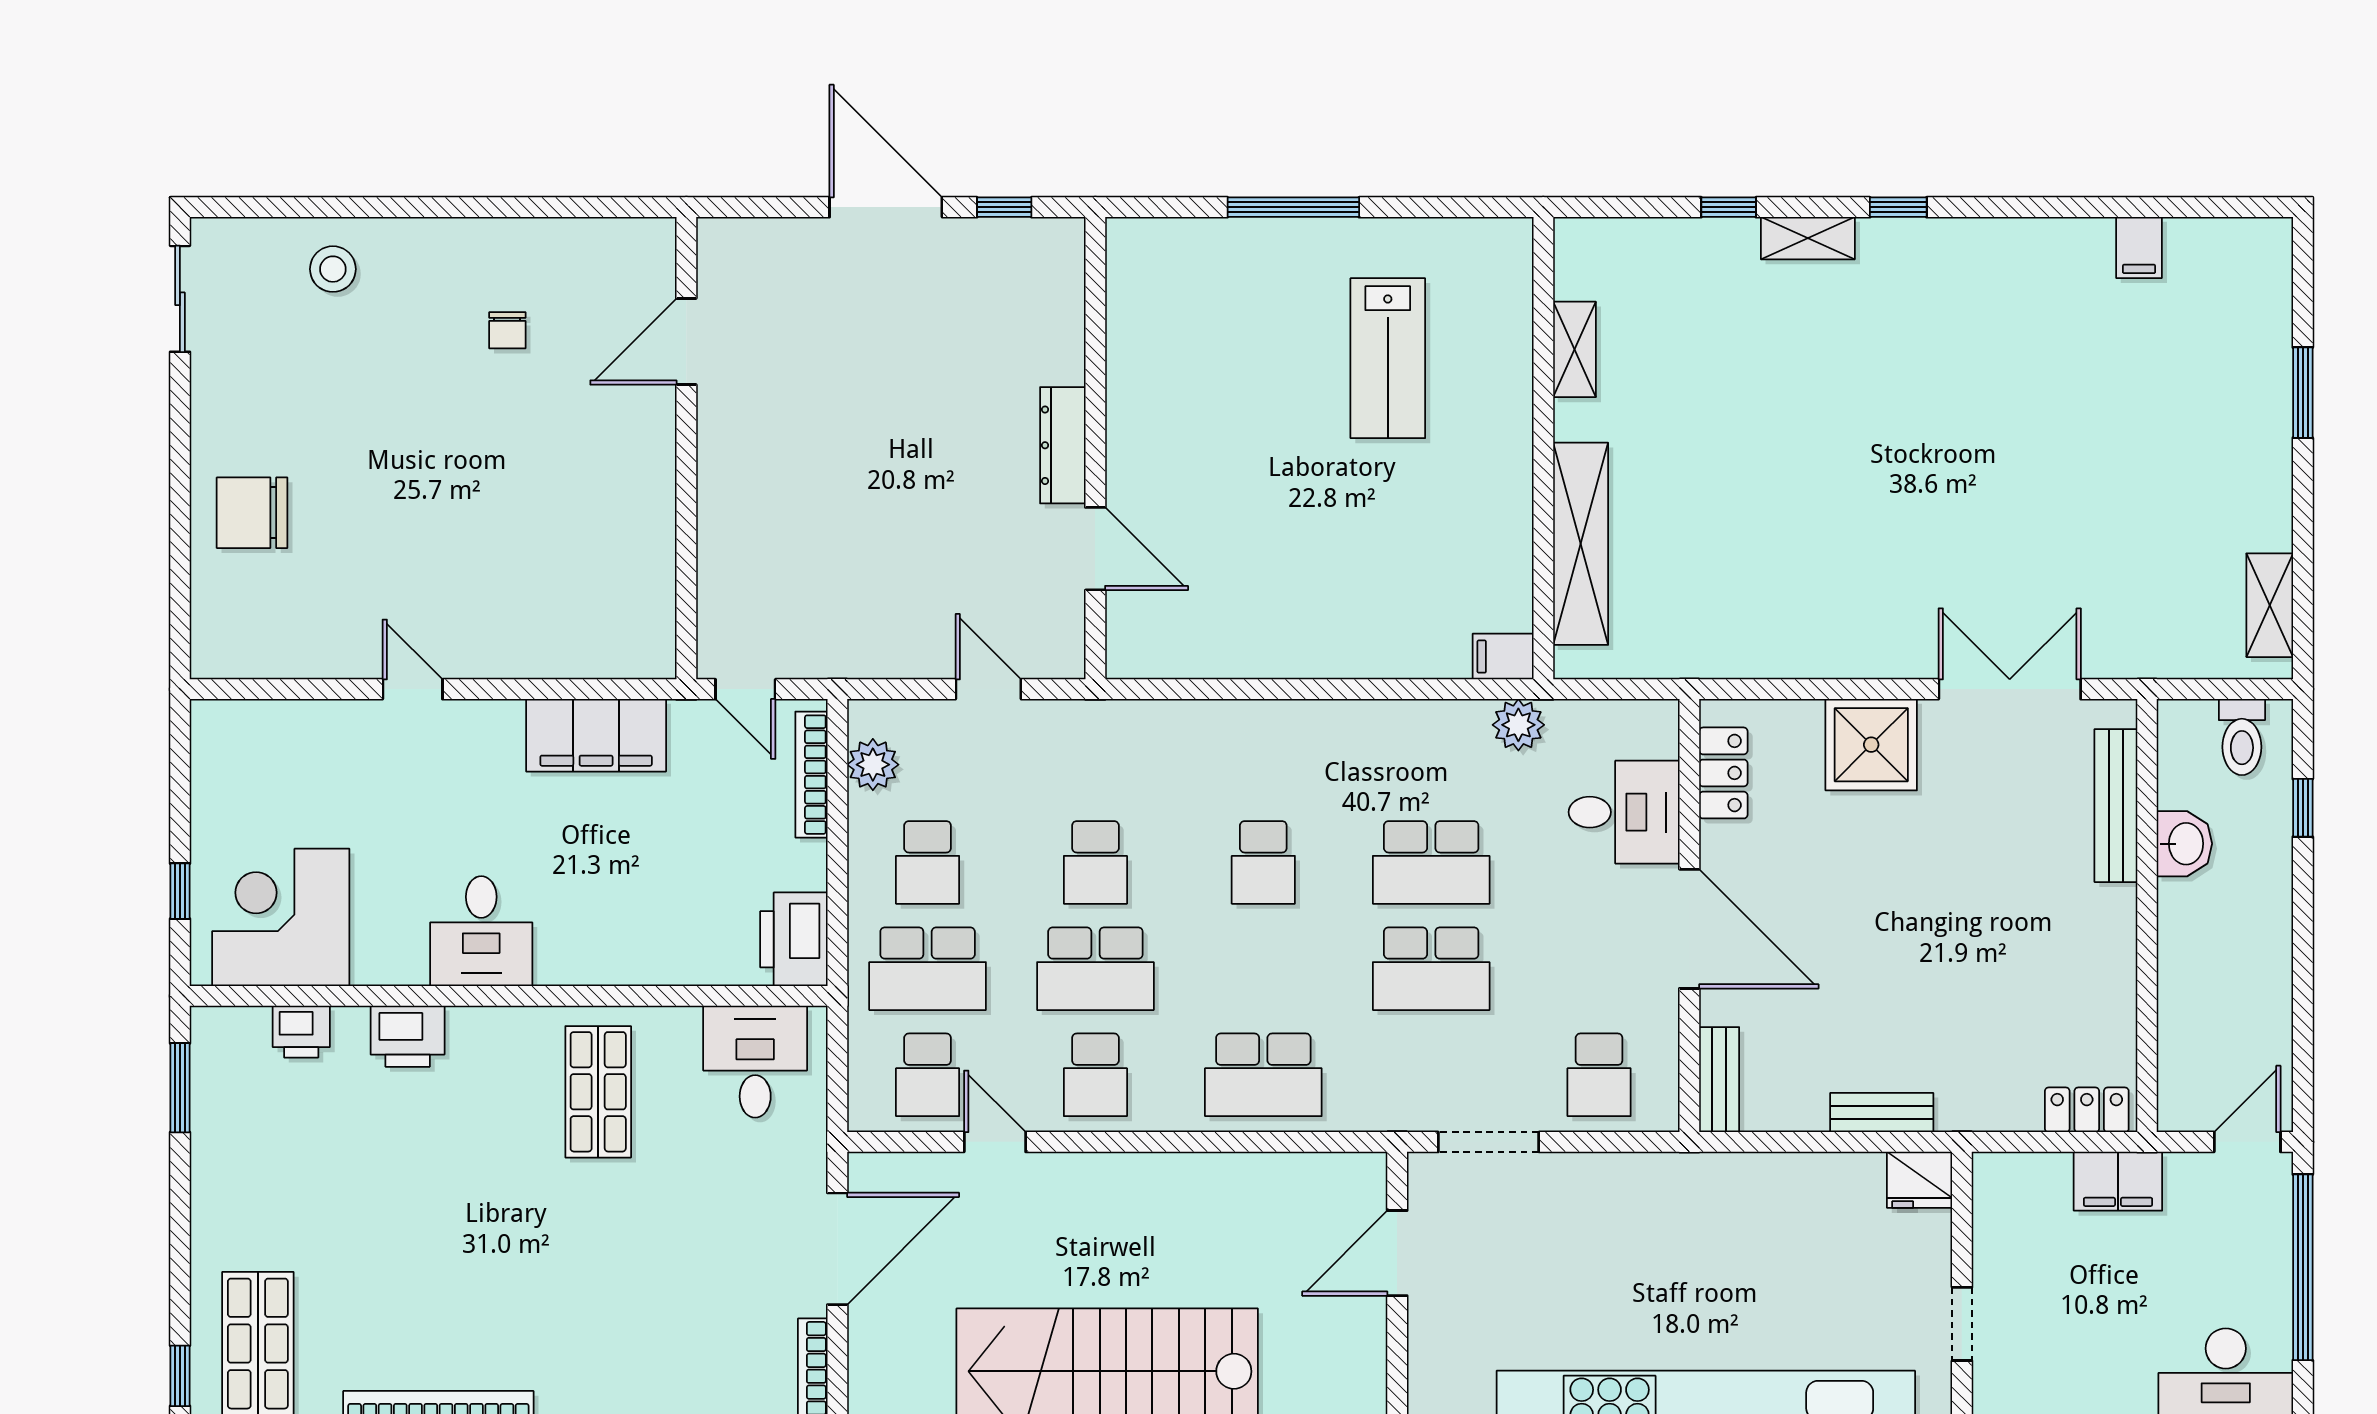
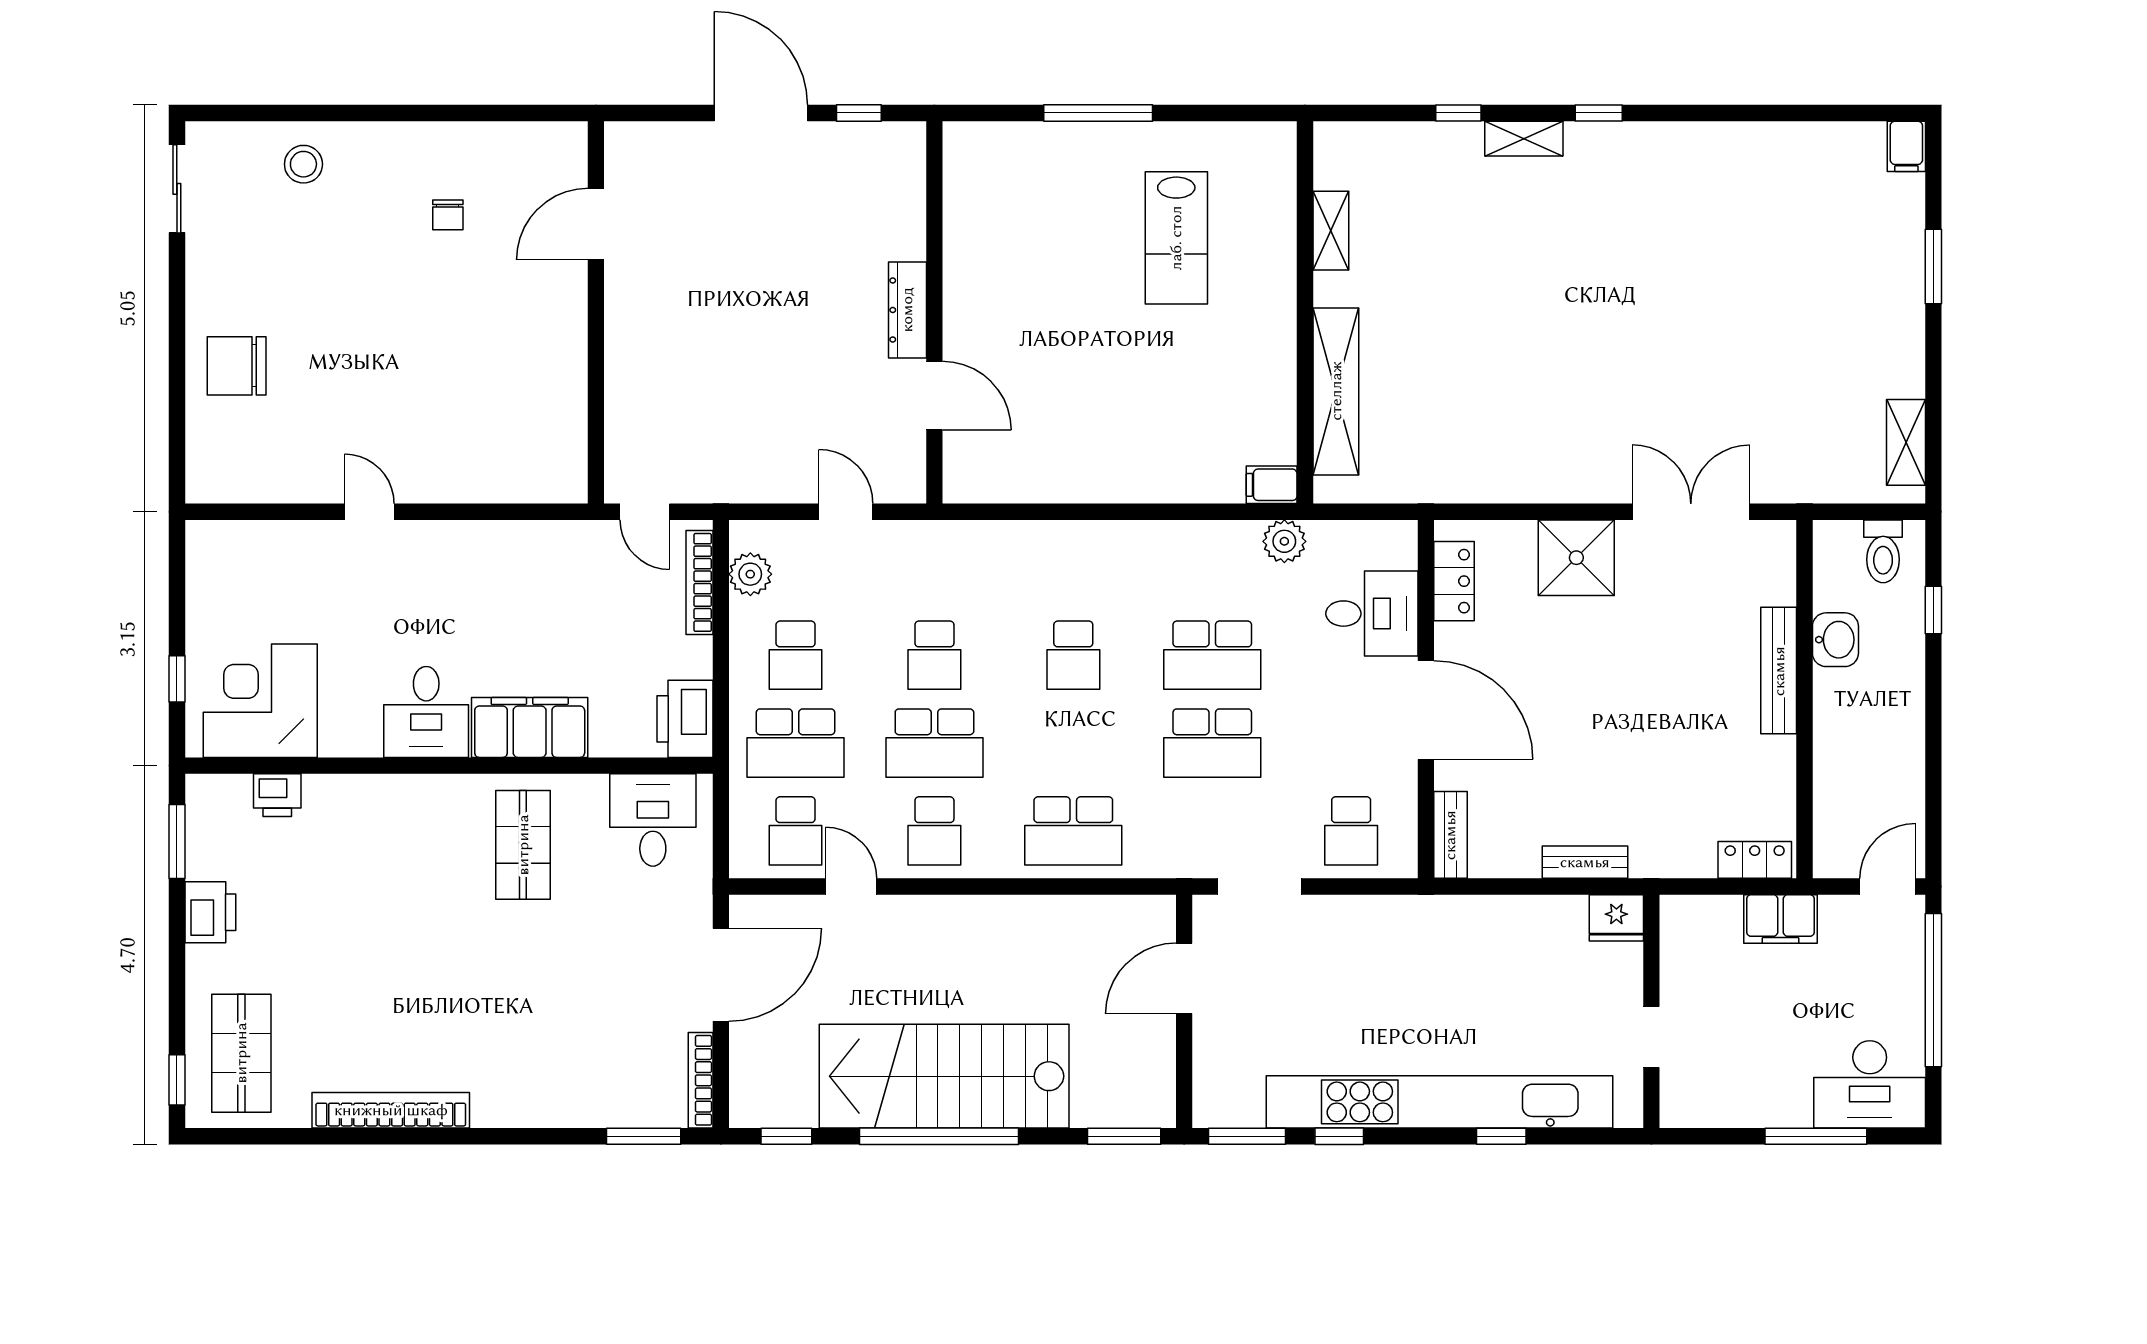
filing cabinet: (2139, 248) -> (1906, 146), moved
filing cabinet: (596, 735) -> (530, 727), moved, turned 180
bench: (2116, 806) -> (1779, 671), moved
printer: (408, 1036) -> (210, 912), moved, turned -90

